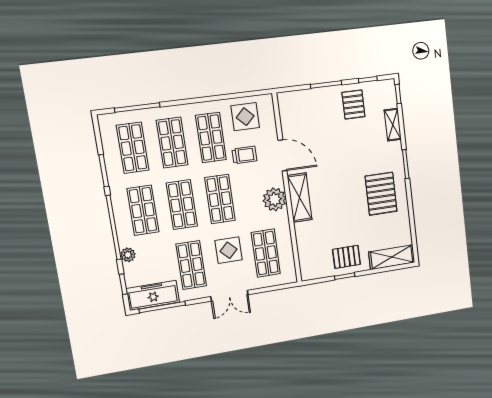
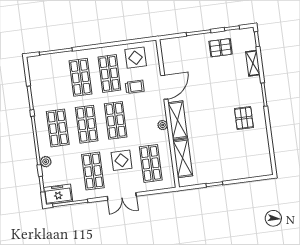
pallet: (353, 105) -> (221, 48), turned 90
shop shelf: (133, 148) -> (52, 81), removed
door: (282, 155) -> (164, 87), hinge flipped
pallet: (381, 194) -> (244, 118), width x0.67, depth x0.71
plant: (274, 199) -> (163, 125), width x0.53, depth x0.53
pallet: (346, 257) -> (216, 168), removed
shelving: (392, 257) -> (183, 158), moved, turned 90
freezer: (153, 295) -> (58, 194), width x0.71

